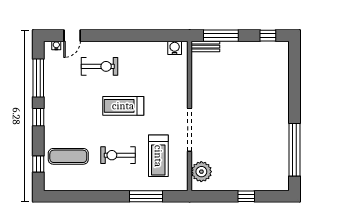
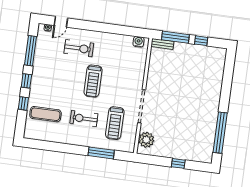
window: (268, 36) -> (201, 41), moved
treadmill: (123, 106) -> (93, 81), turned -90
window: (38, 164) -> (23, 103), moved

